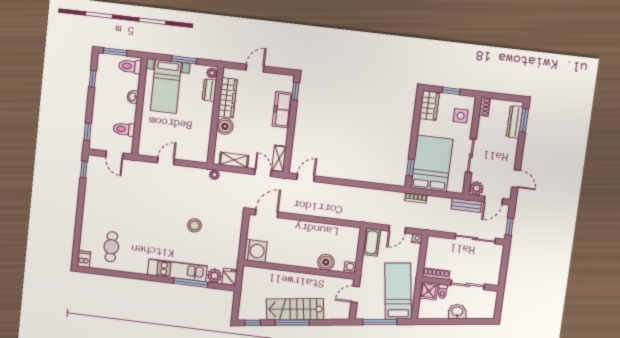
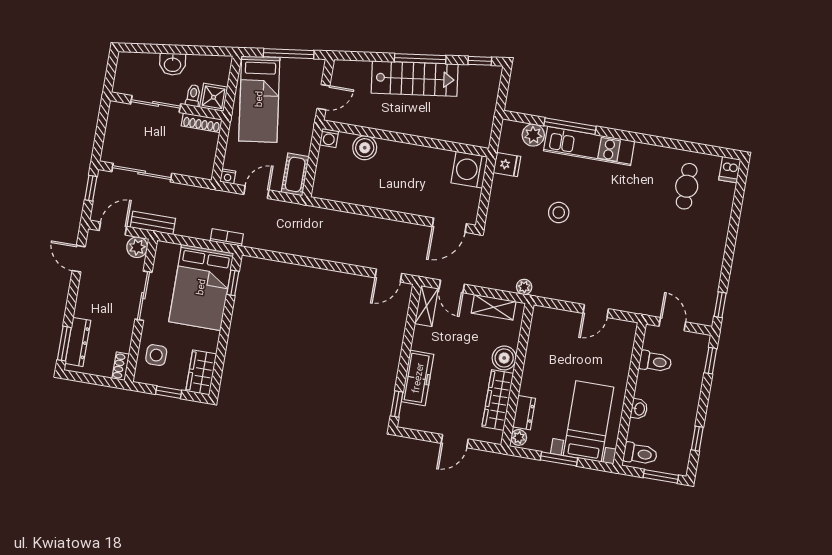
fridge: (230, 277) -> (507, 165), moved, turned -90

